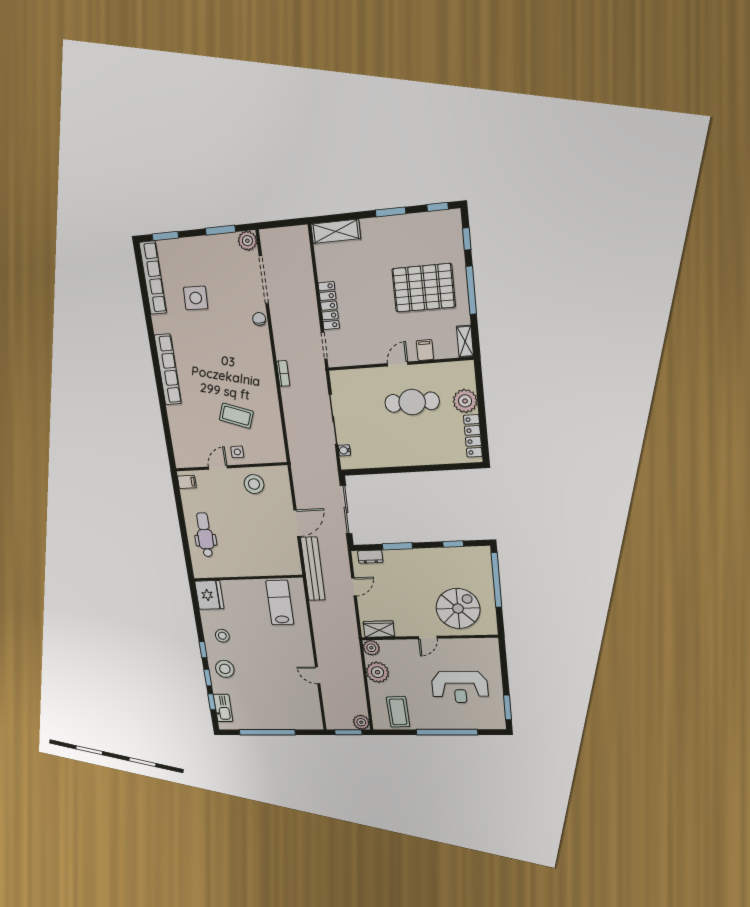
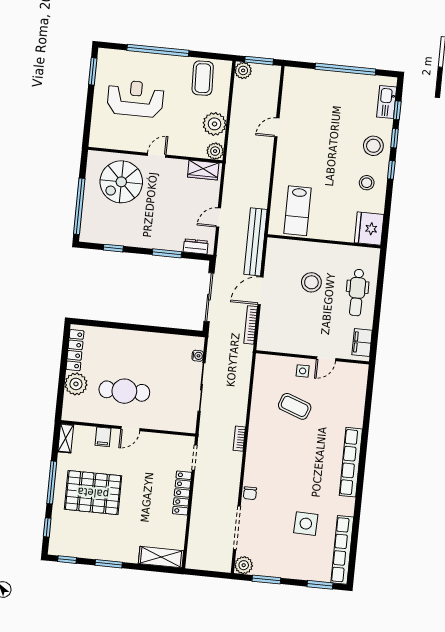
filing cabinet: (187, 482) -> (362, 343), width x2.00
stool: (254, 484) -> (311, 282), moved
bookcase: (299, 489) -> (251, 325), added
door: (318, 675) -> (277, 127), swing flipped

